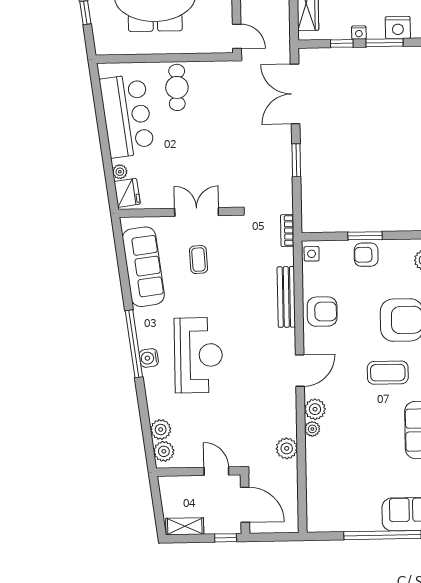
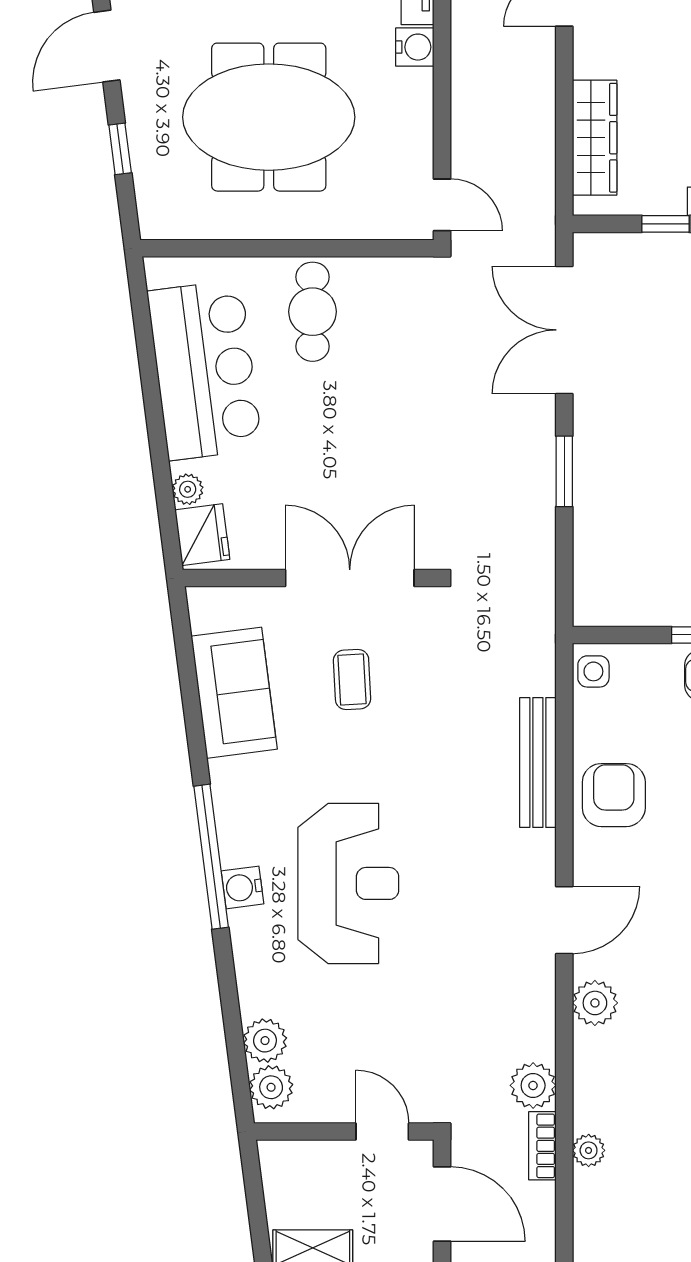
double door: (197, 212) -> (350, 578), width x1.37
bookcase: (287, 231) -> (542, 1146), moved
sofa: (143, 267) -> (234, 693), width x0.73
armchair: (322, 312) -> (614, 795), turned -90
plant: (312, 429) -> (589, 1150), moved

